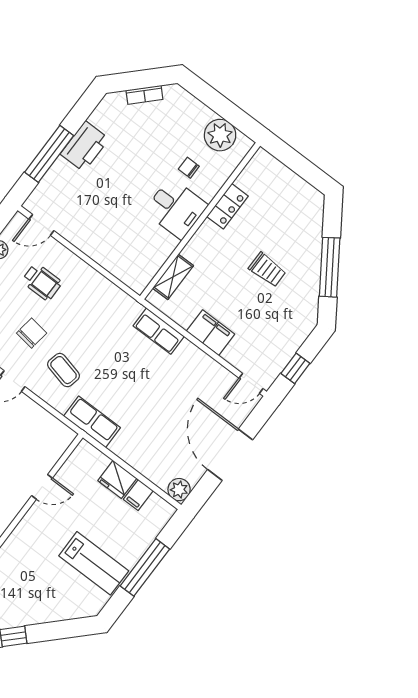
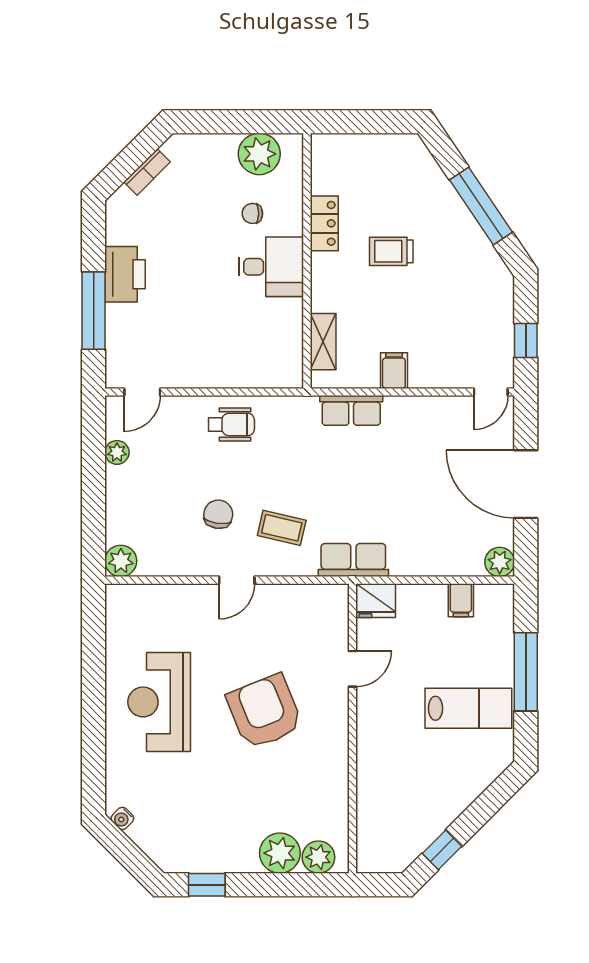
trolley: (267, 270) -> (391, 251), moved, turned 180
wheelchair: (42, 282) -> (231, 424), moved
filing cabinet: (211, 333) -> (394, 371), width x0.50
fridge: (117, 479) -> (376, 601), moved

